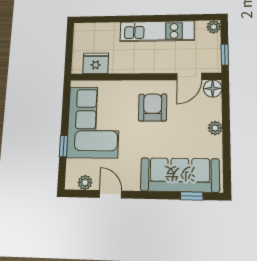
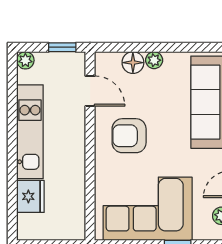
fridge: (96, 63) -> (30, 196), moved, turned 180
floor lamp: (213, 89) -> (133, 63), moved

